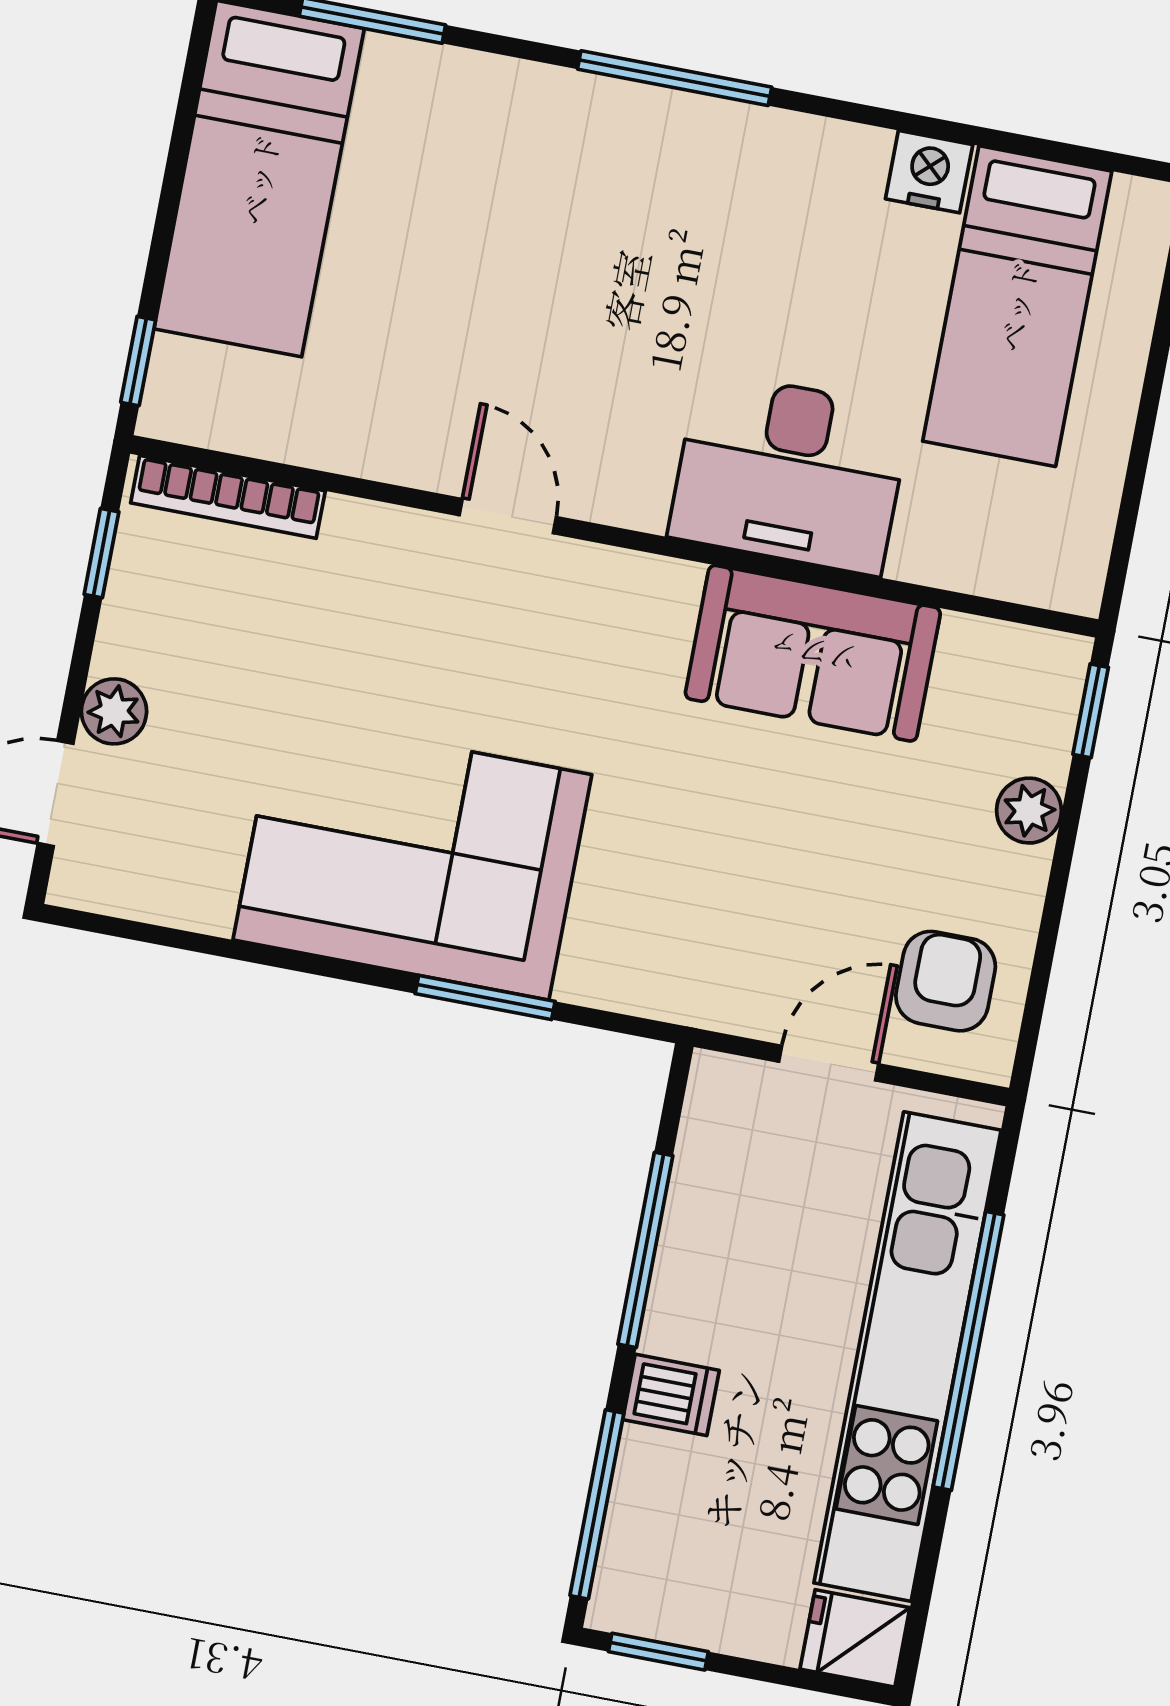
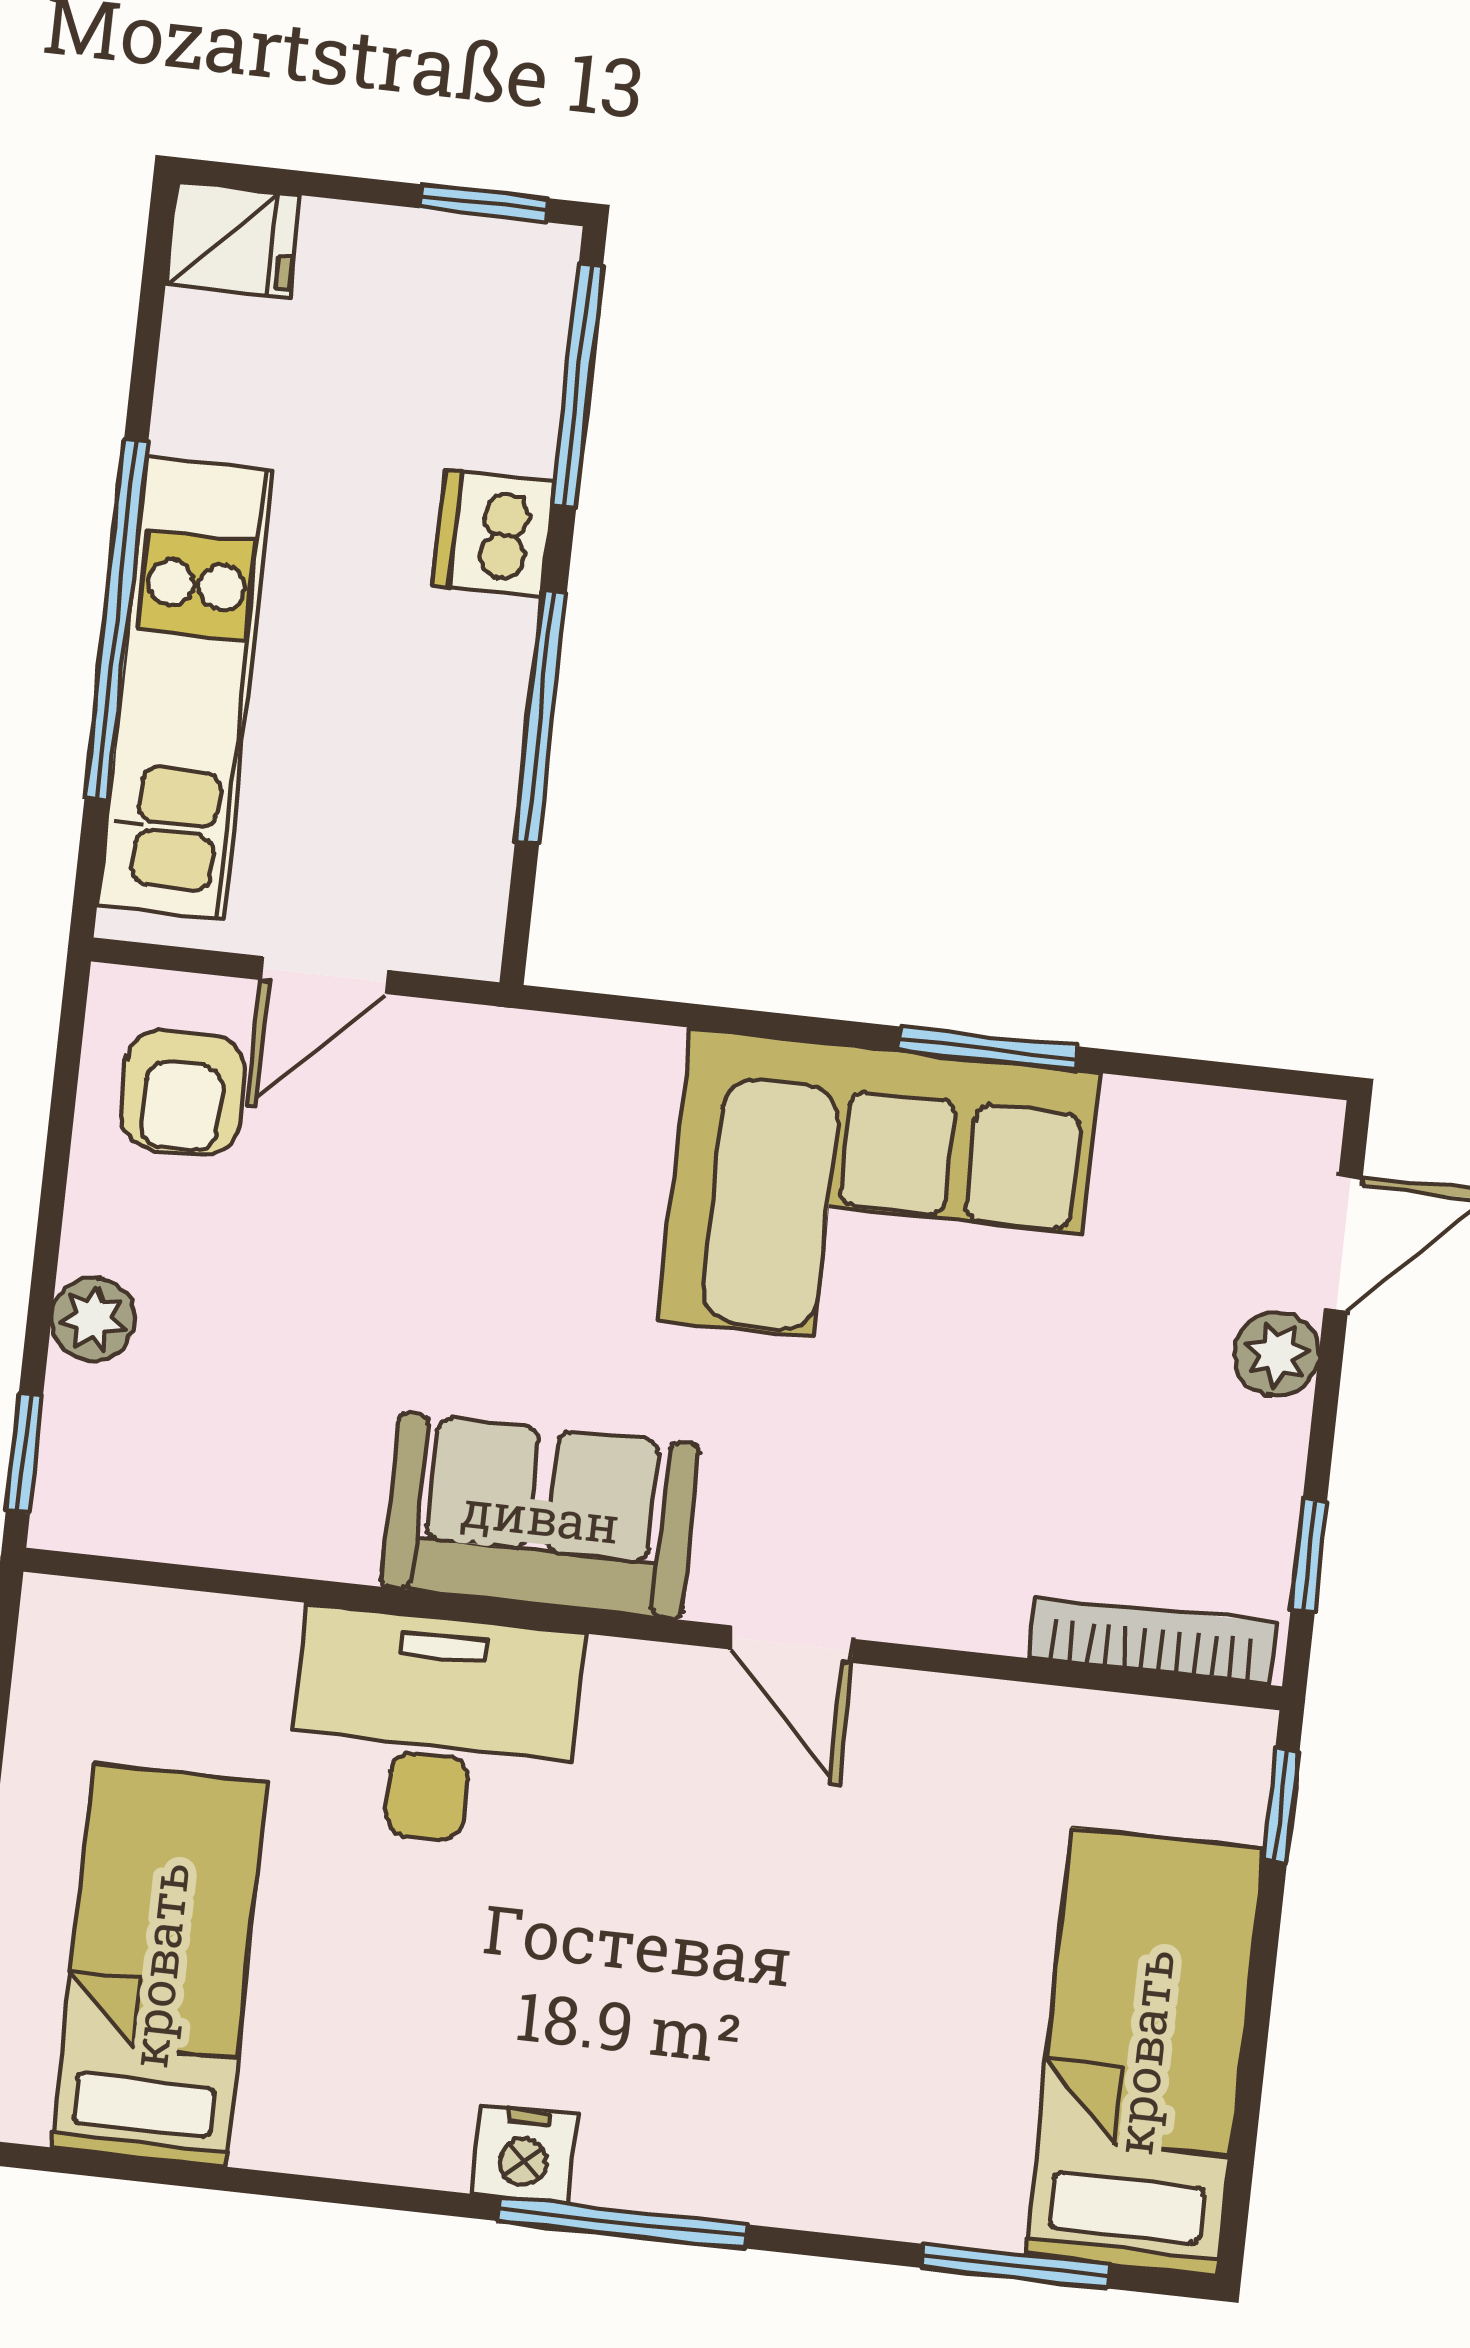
nightstand: (929, 172) -> (524, 2155), moved
sofa: (813, 653) -> (540, 1516), moved
window: (485, 998) -> (989, 1048), moved
kitchen unit: (907, 1357) -> (185, 689), width x0.73
dishwasher: (671, 1395) -> (493, 534), width x1.38

